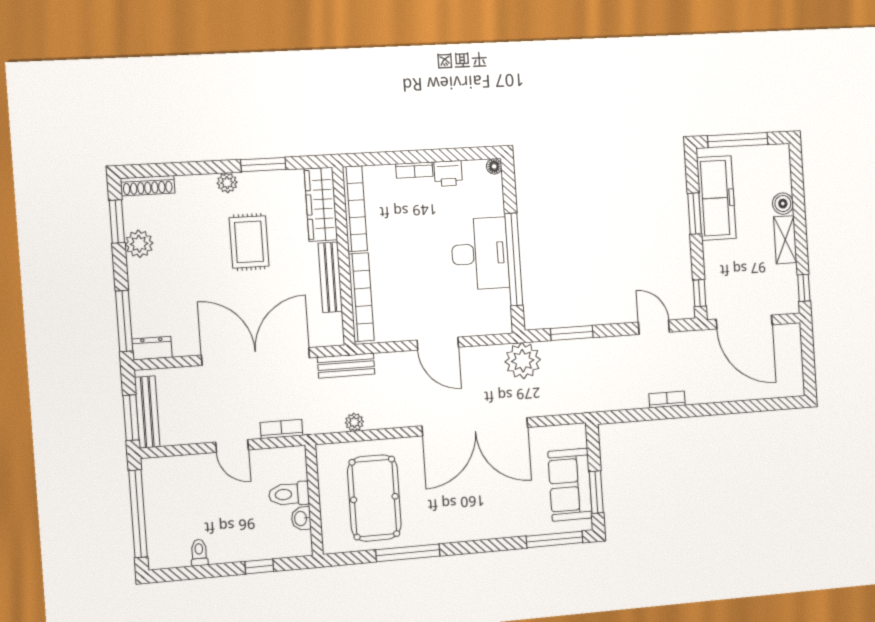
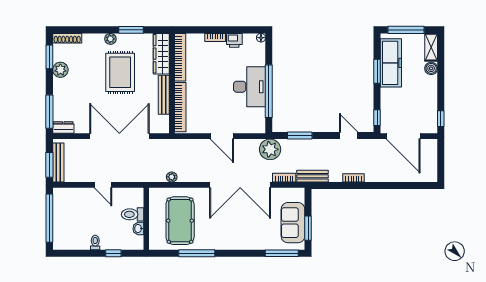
shelving: (785, 240) -> (431, 47), moved
rug: (249, 242) -> (120, 72), width x1.36, depth x1.43
bench: (346, 366) -> (312, 176), moved
bookcase: (281, 429) -> (284, 178), moved
toilet: (199, 553) -> (95, 243), moved

